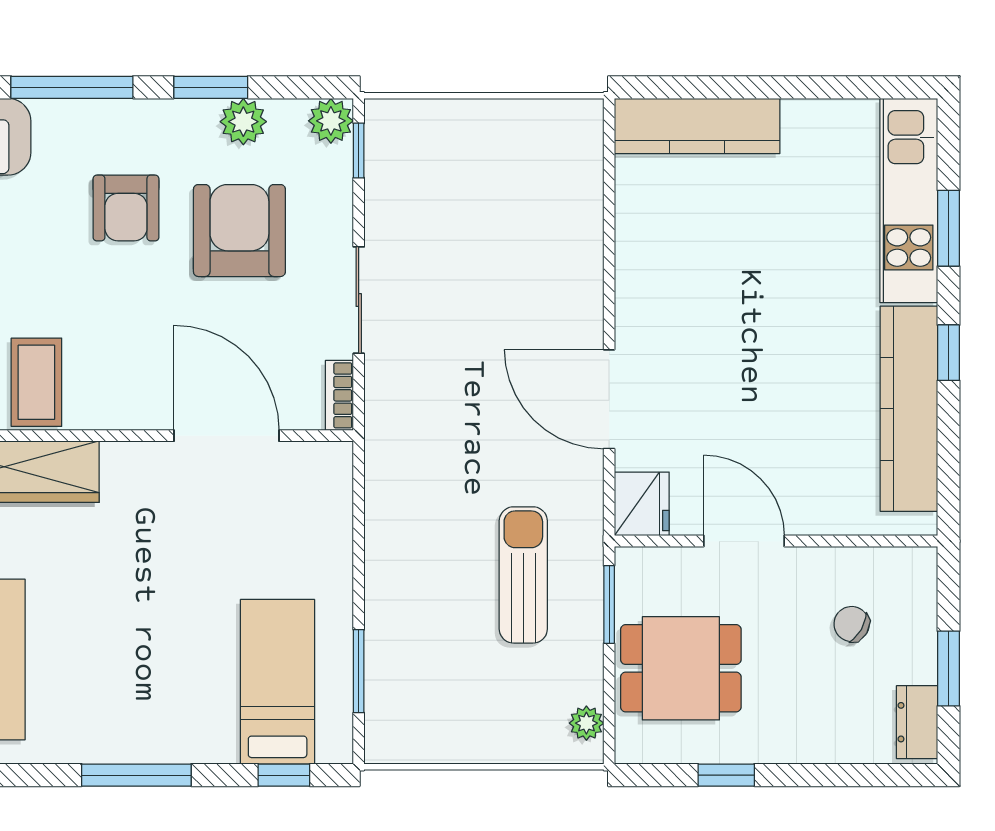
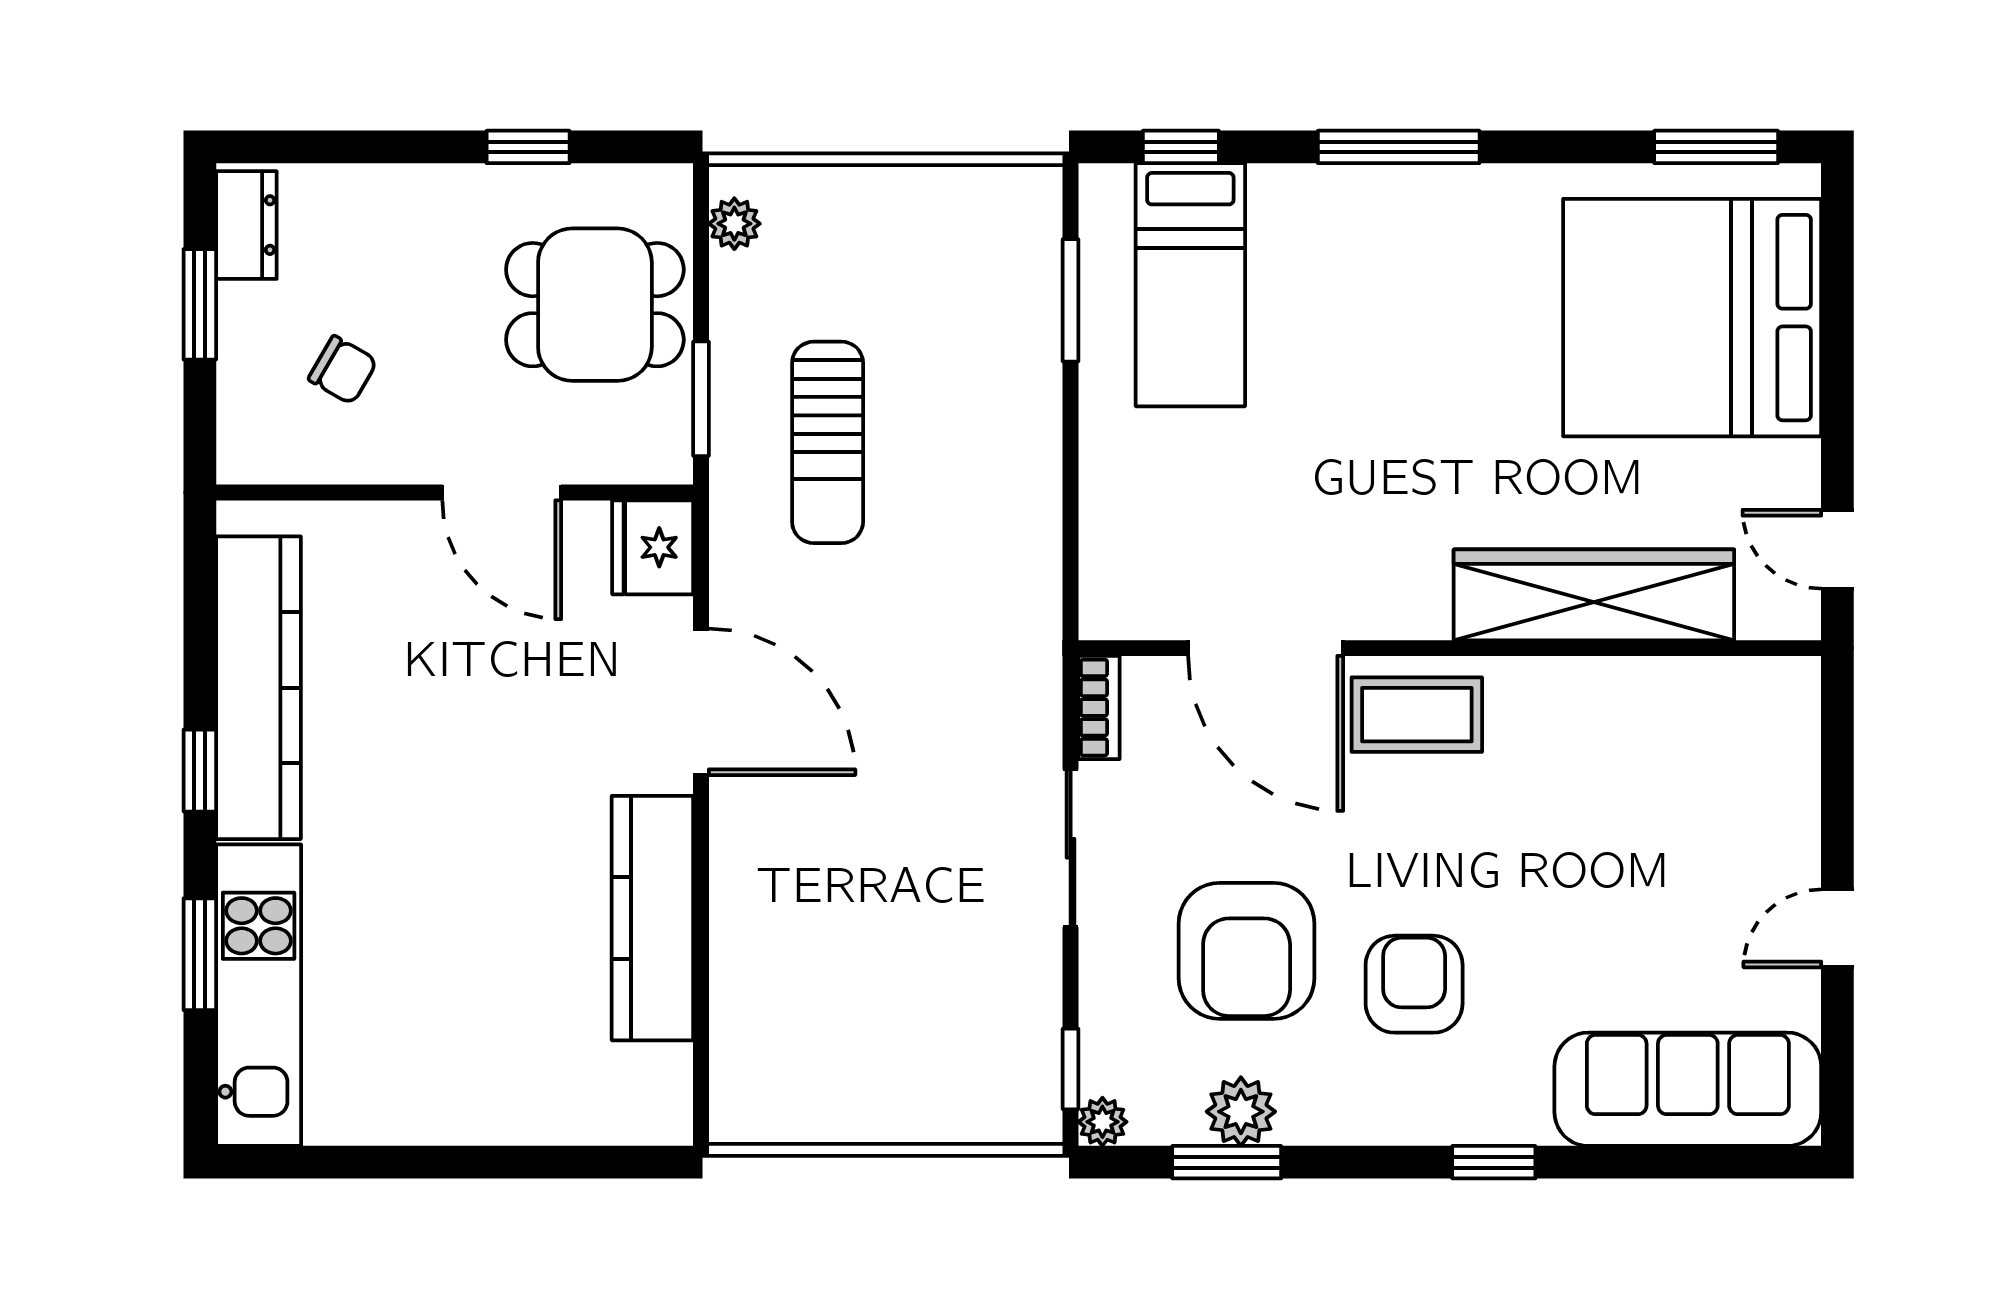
window: (72, 87) -> (1494, 1162), width x0.46
window: (211, 87) -> (1227, 1162), moved
plant: (331, 121) -> (1102, 1122), width x0.73, depth x0.73
kitchen counter: (697, 126) -> (652, 918), moved, turned -90
coffee table: (36, 382) -> (1417, 715), moved, turned 90

